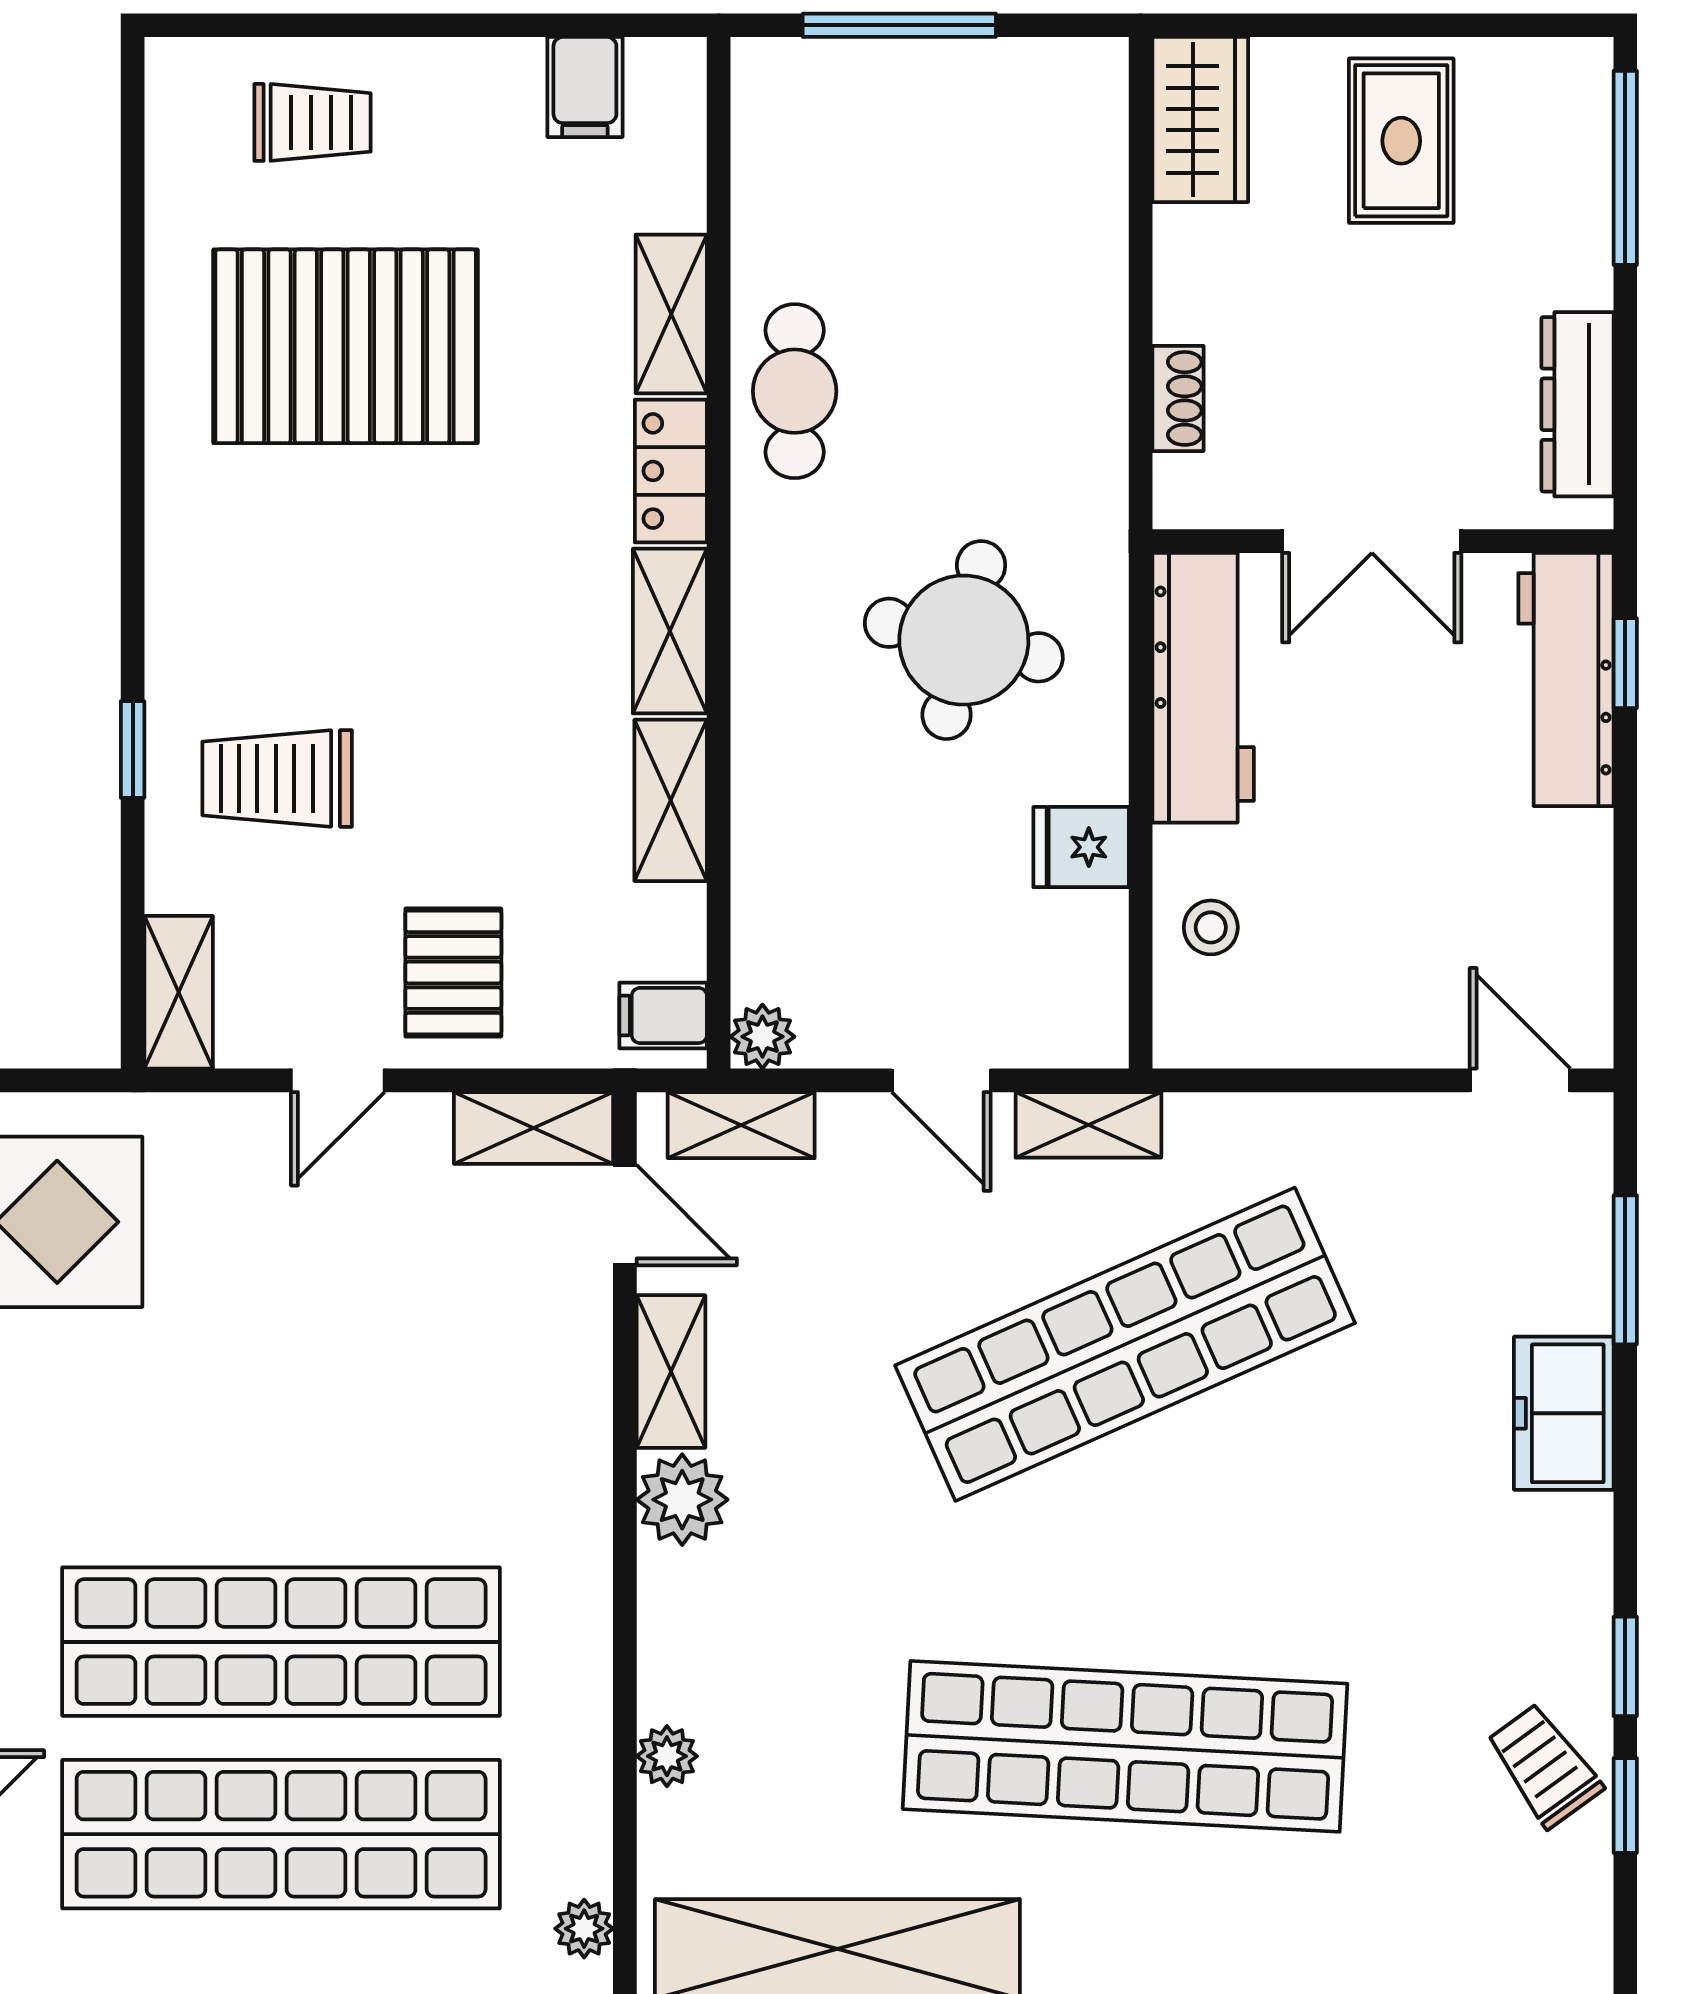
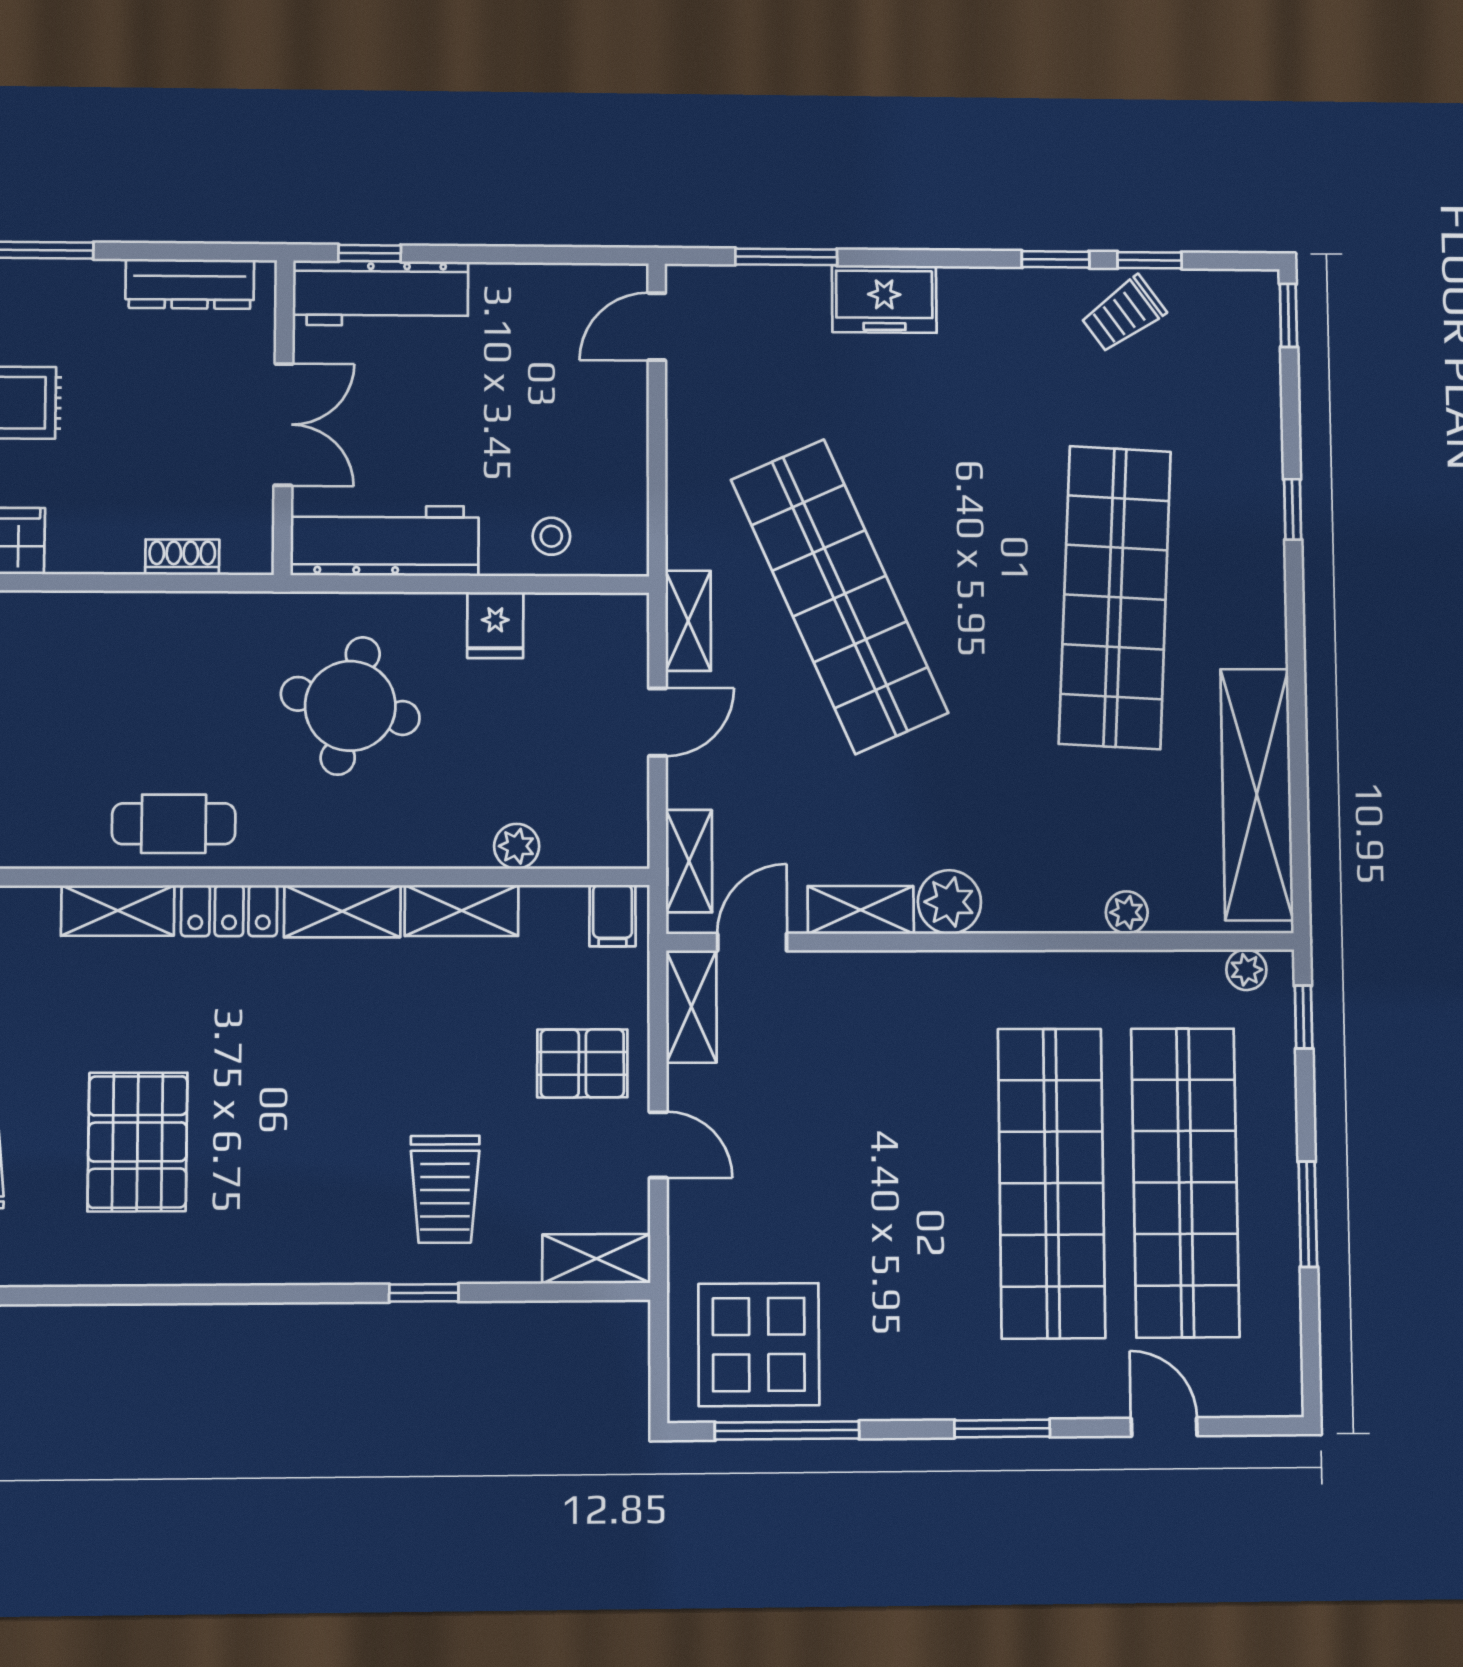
pallet: (346, 346) -> (138, 1142), width x0.73, depth x0.71
plant: (762, 1037) -> (517, 846), moved

